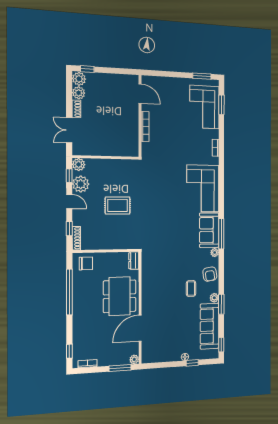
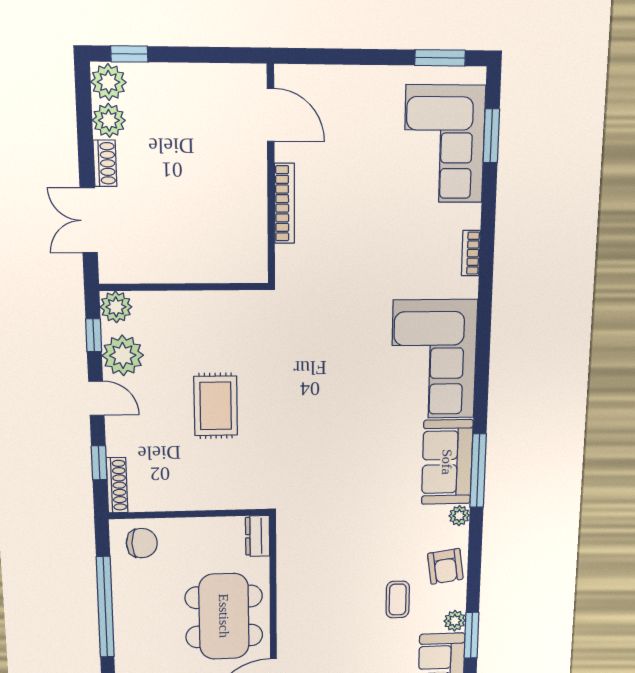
rug: (118, 205) -> (216, 406), turned 90

